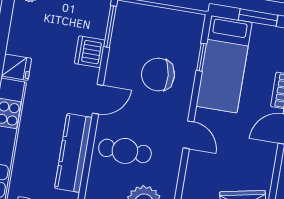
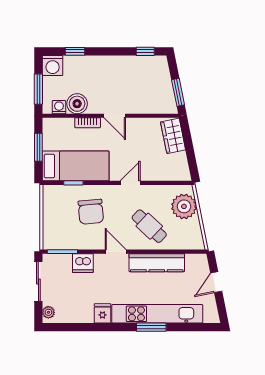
cafe table: (125, 151) -> (149, 226), turned -47

